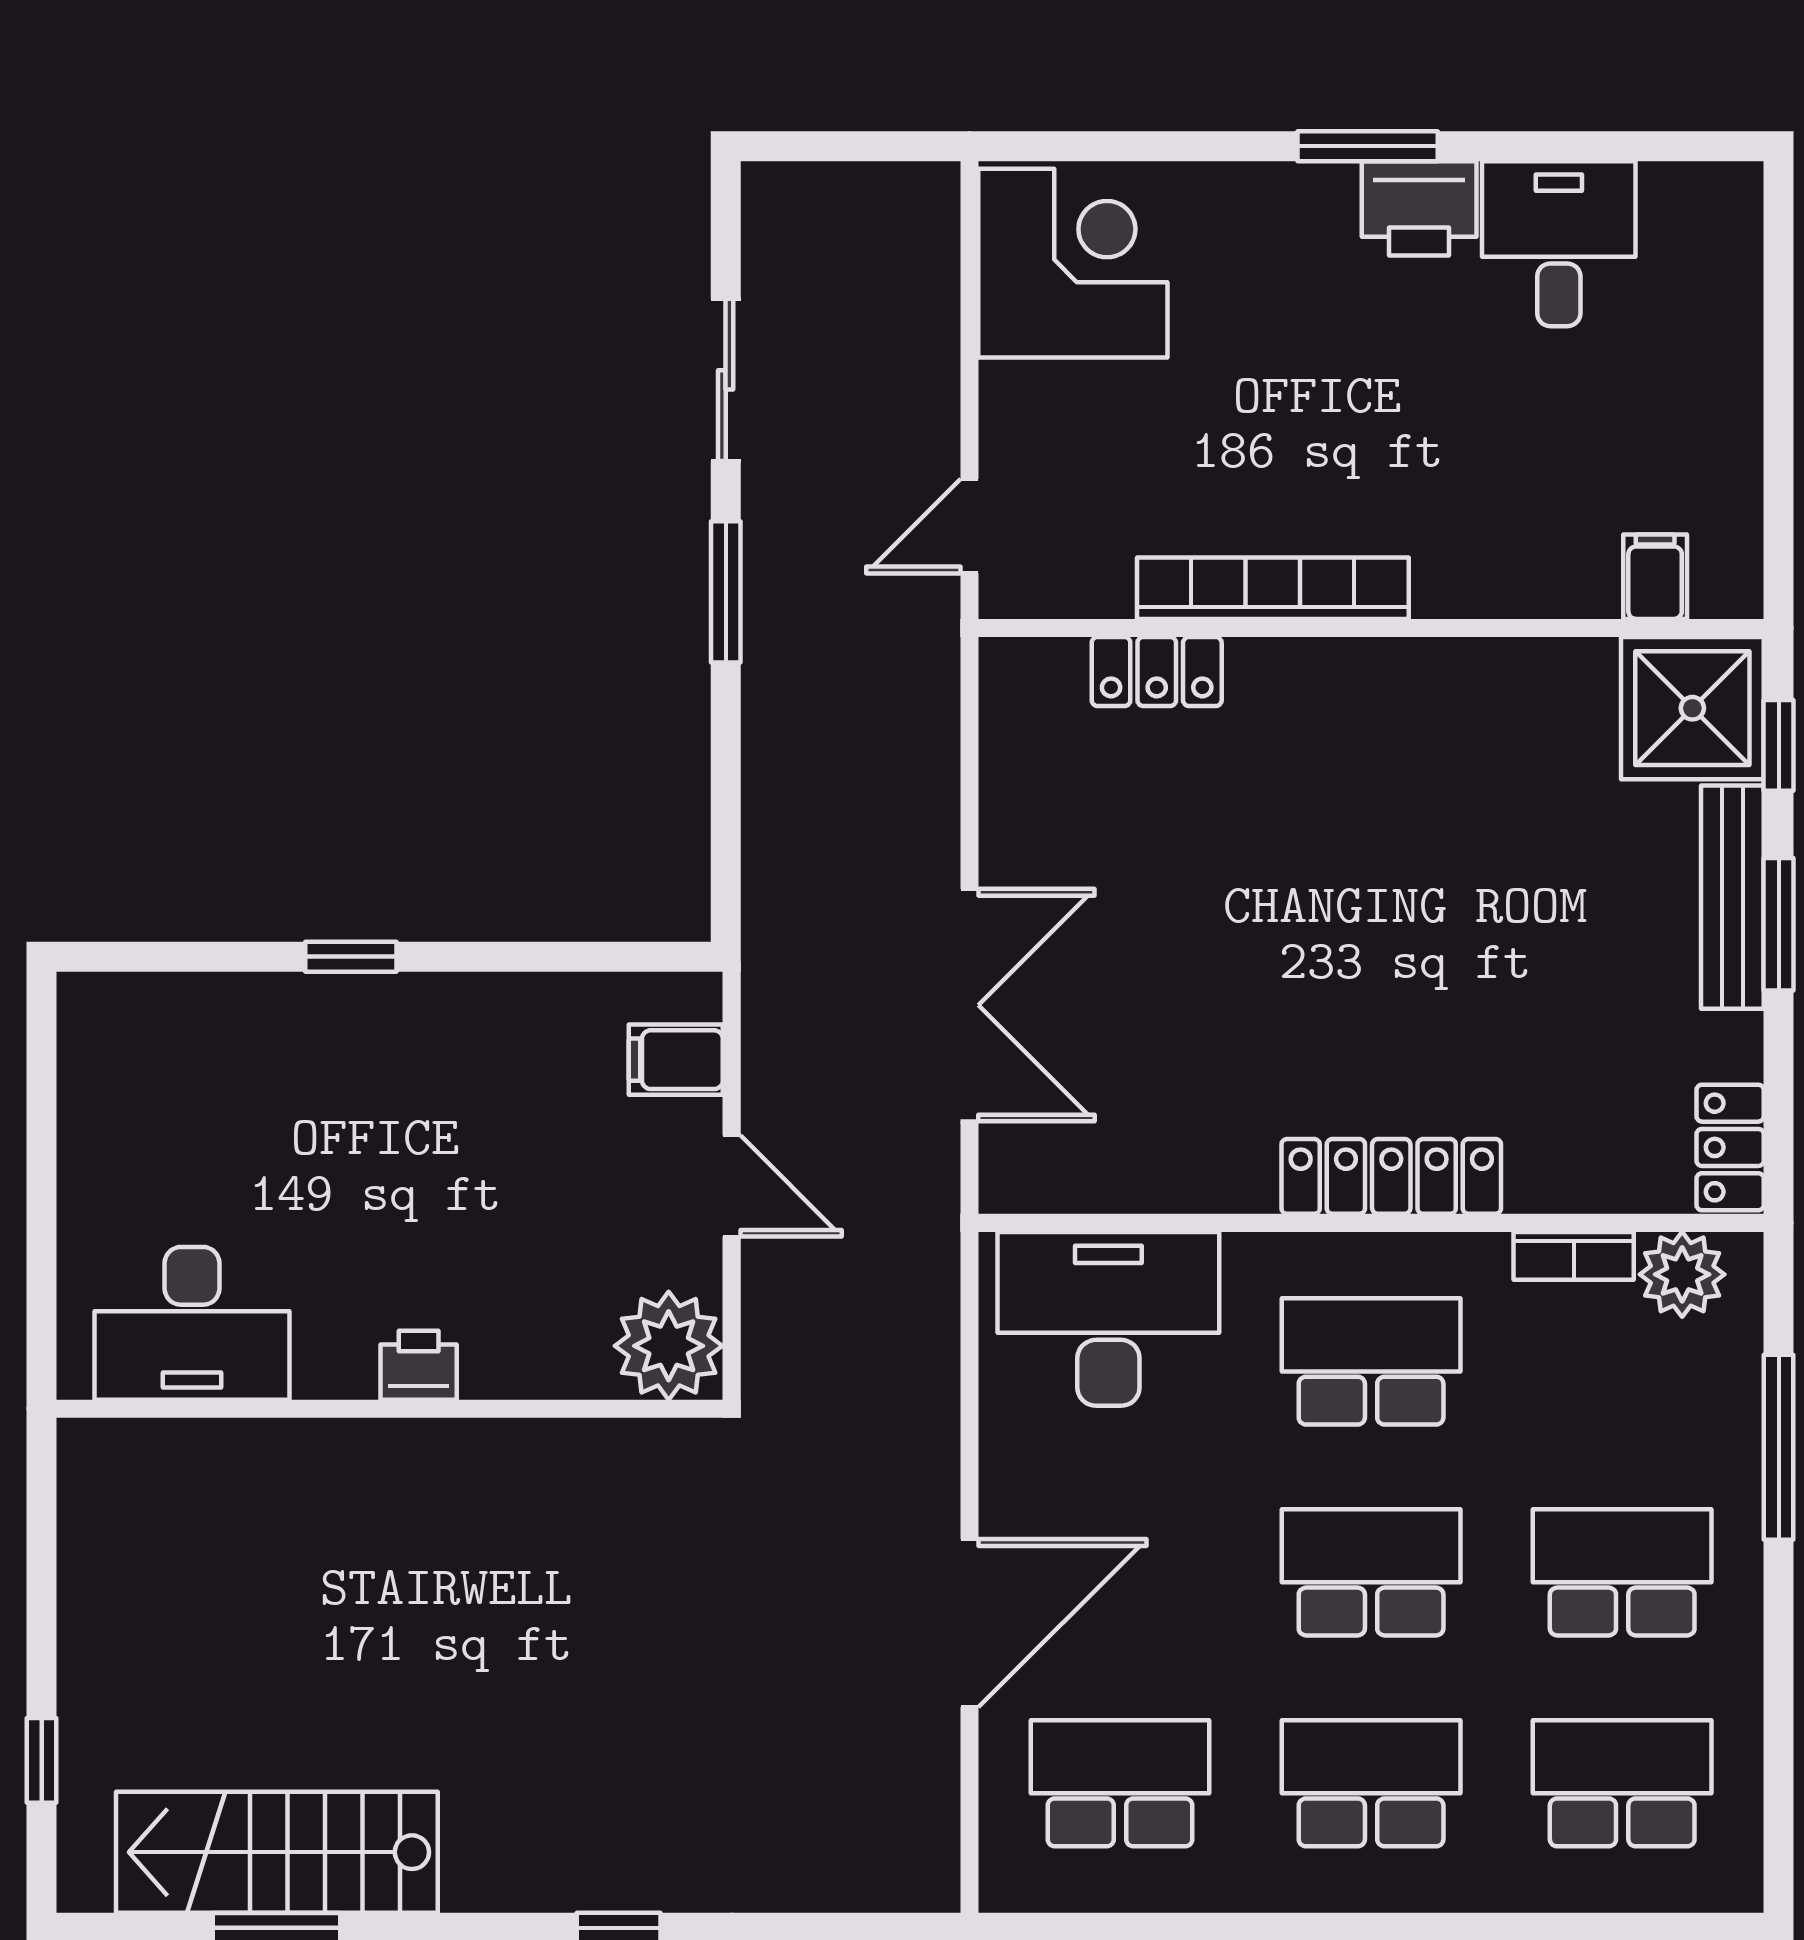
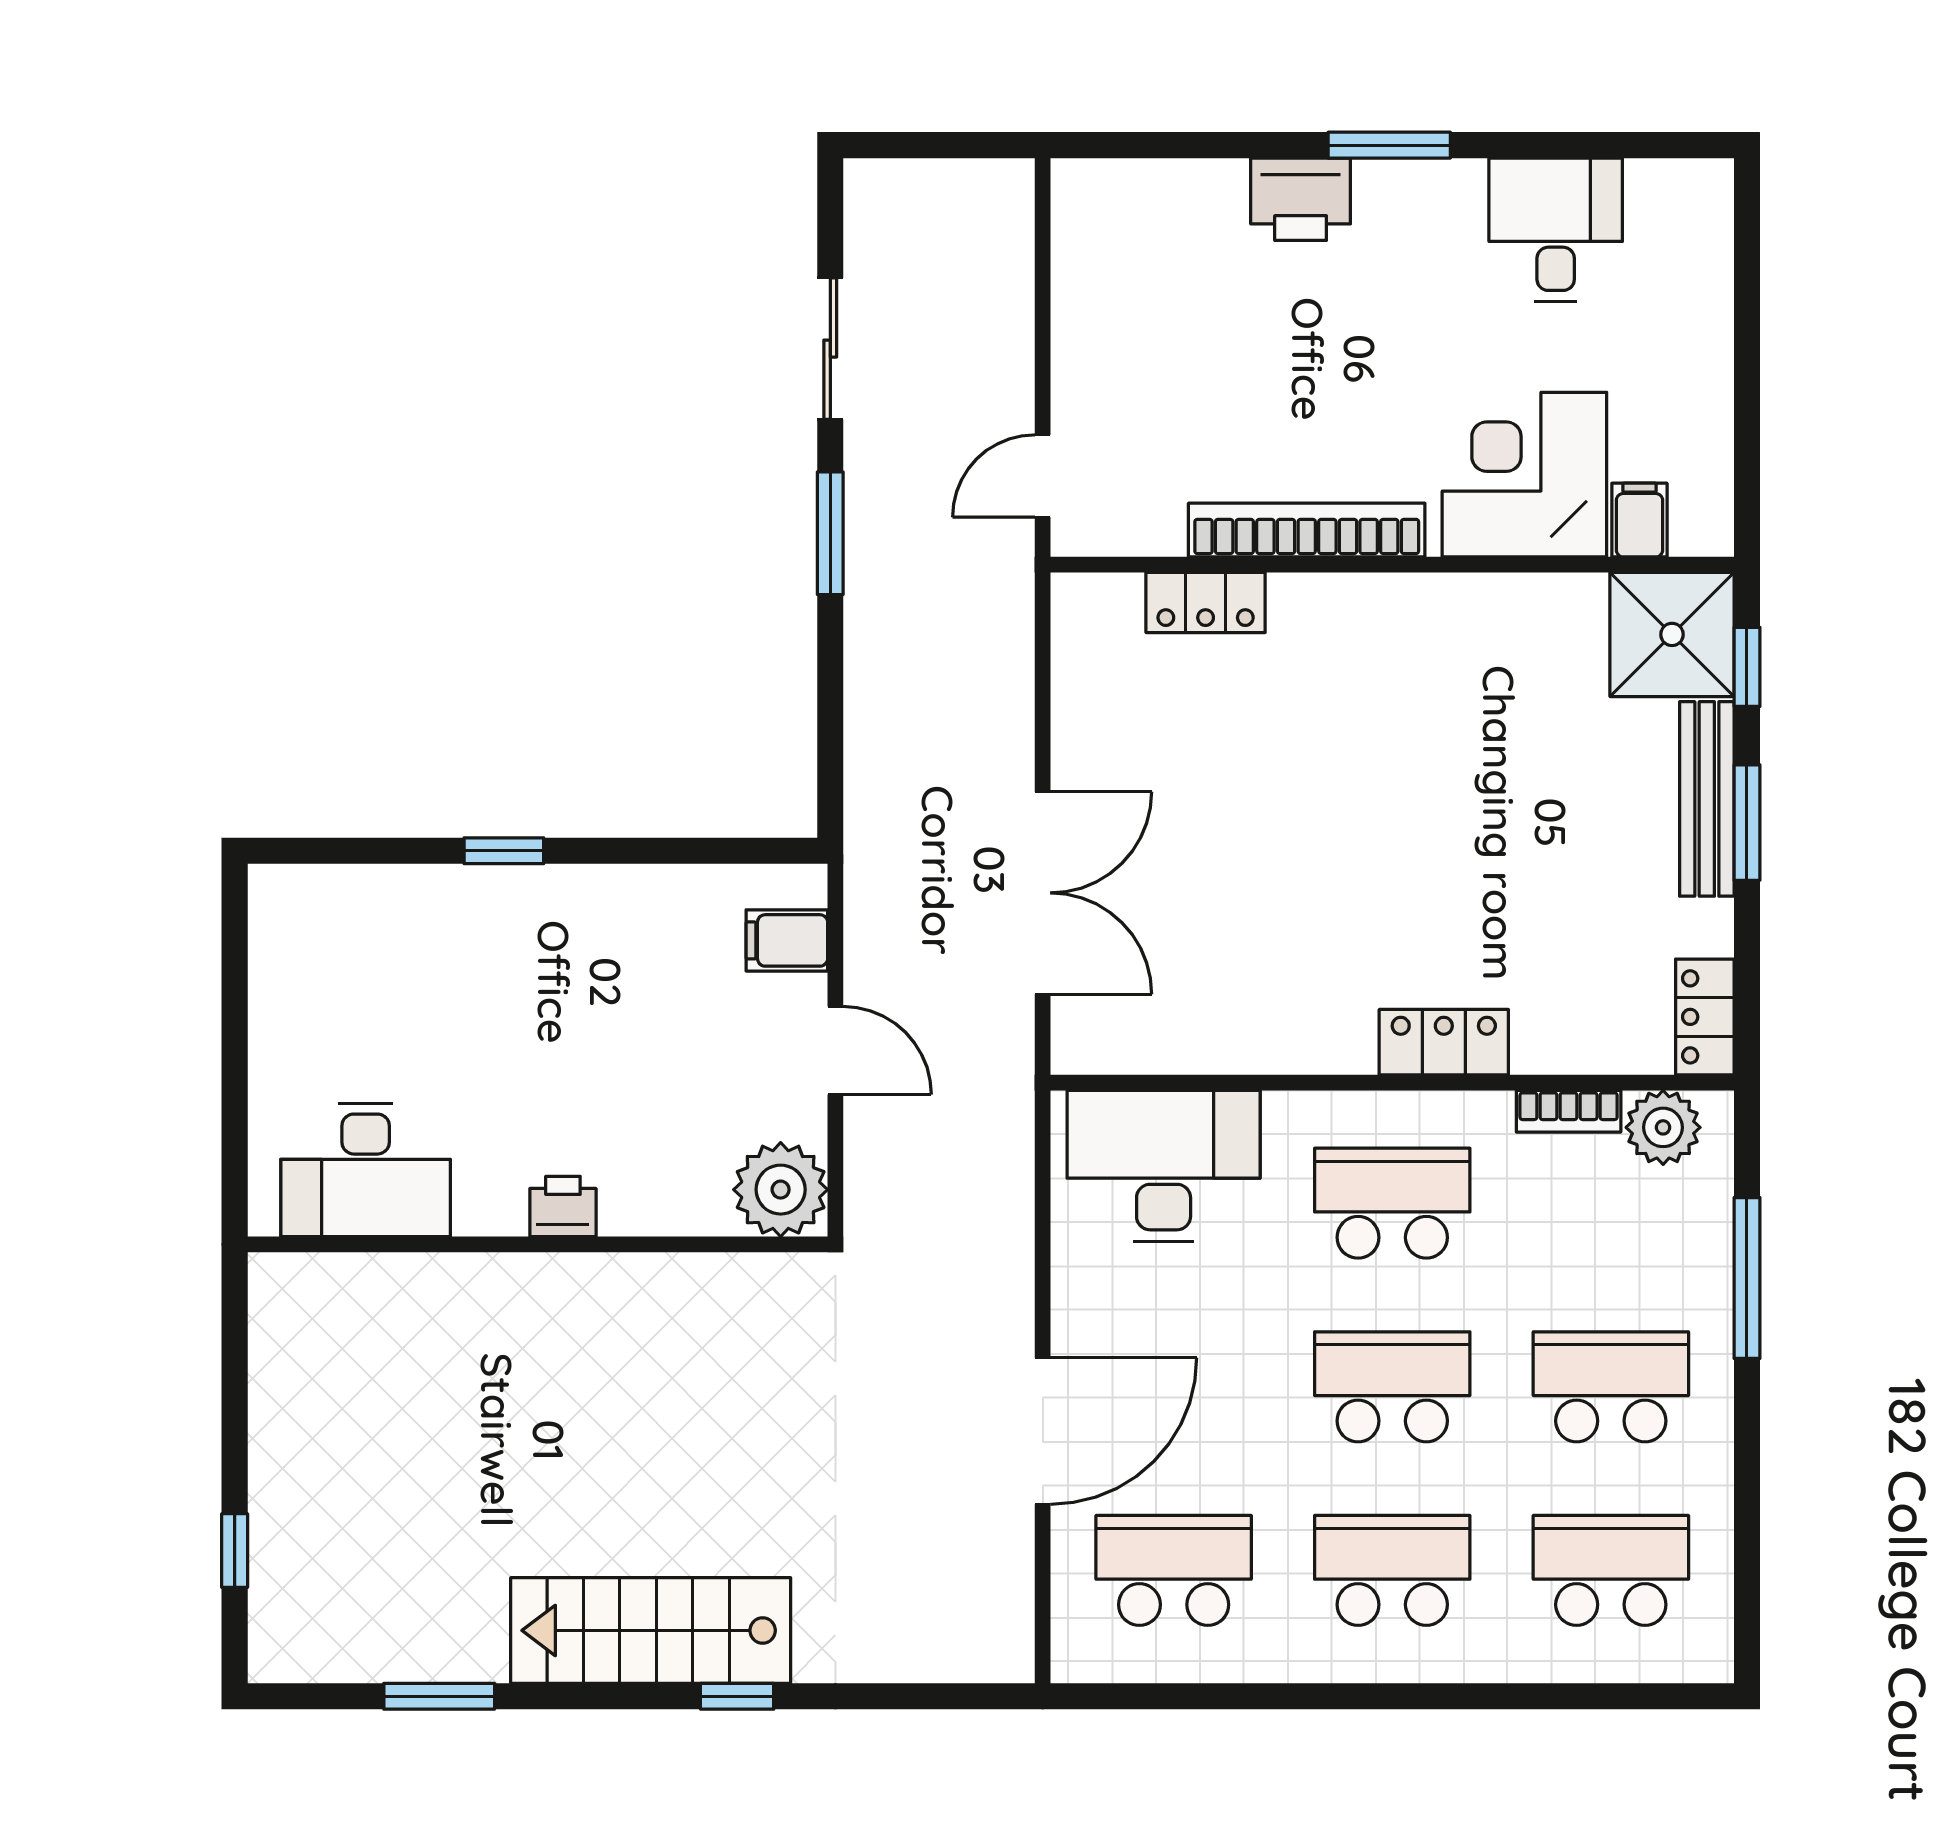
printer: (1419, 208) -> (1301, 199), moved
corner desk: (1073, 263) -> (1524, 475), moved, turned -90
locker: (1391, 1176) -> (1444, 1042), width x0.66
stairs: (277, 1852) -> (651, 1630), moved

